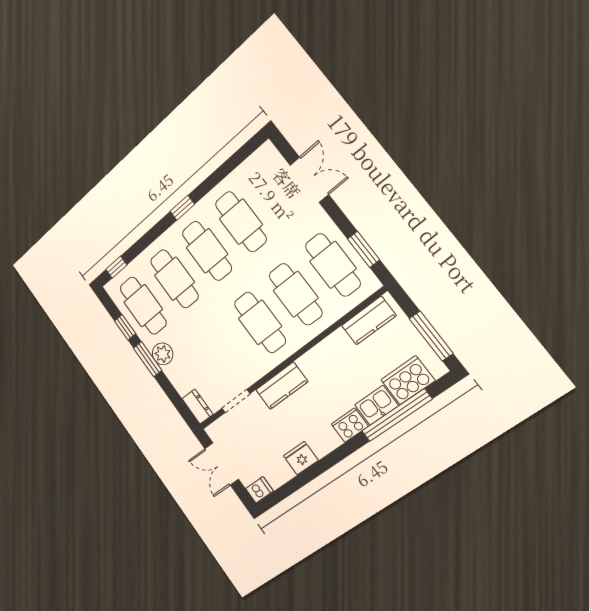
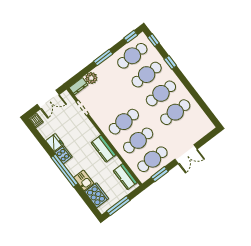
double door: (309, 180) -> (186, 154), moved
window: (182, 208) -> (170, 62), moved
window: (125, 327) -> (131, 37), moved
plant: (163, 354) -> (91, 78), moved
kitchen counter: (282, 386) -> (104, 149), moved
window: (397, 415) -> (64, 170), moved
cooker: (350, 425) -> (63, 155), moved
double door: (222, 464) -> (48, 99), swing flipped

